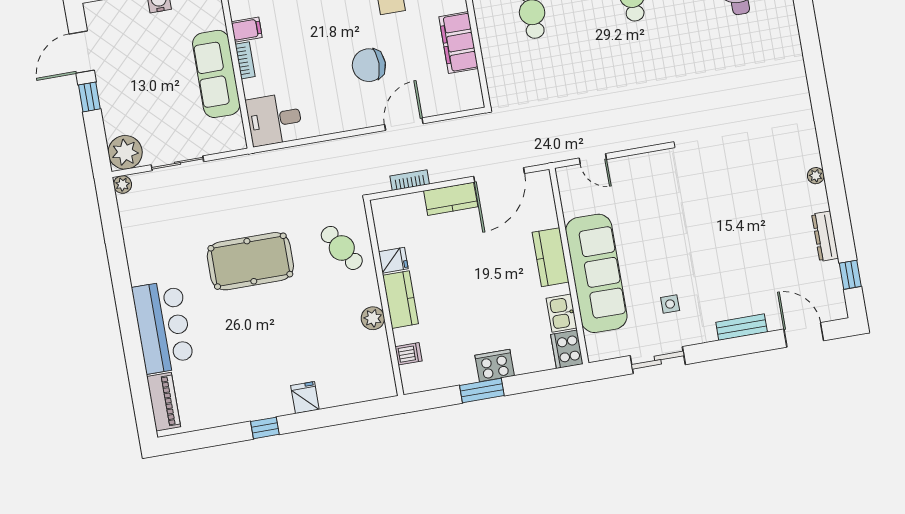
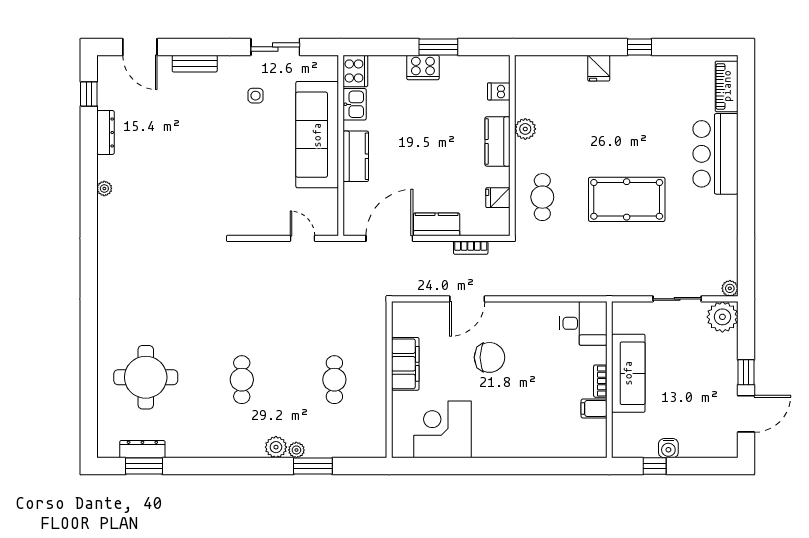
cafe table: (342, 248) -> (542, 197), turned 32
fridge: (393, 260) -> (498, 198), moved

